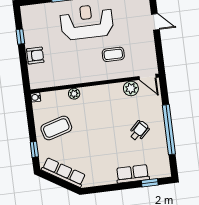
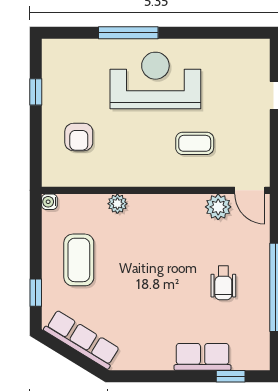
armchair: (35, 56) -> (79, 137), moved, turned 90
coffee table: (56, 128) -> (79, 260), turned -74
wheelchair: (139, 131) -> (223, 283), turned 134

